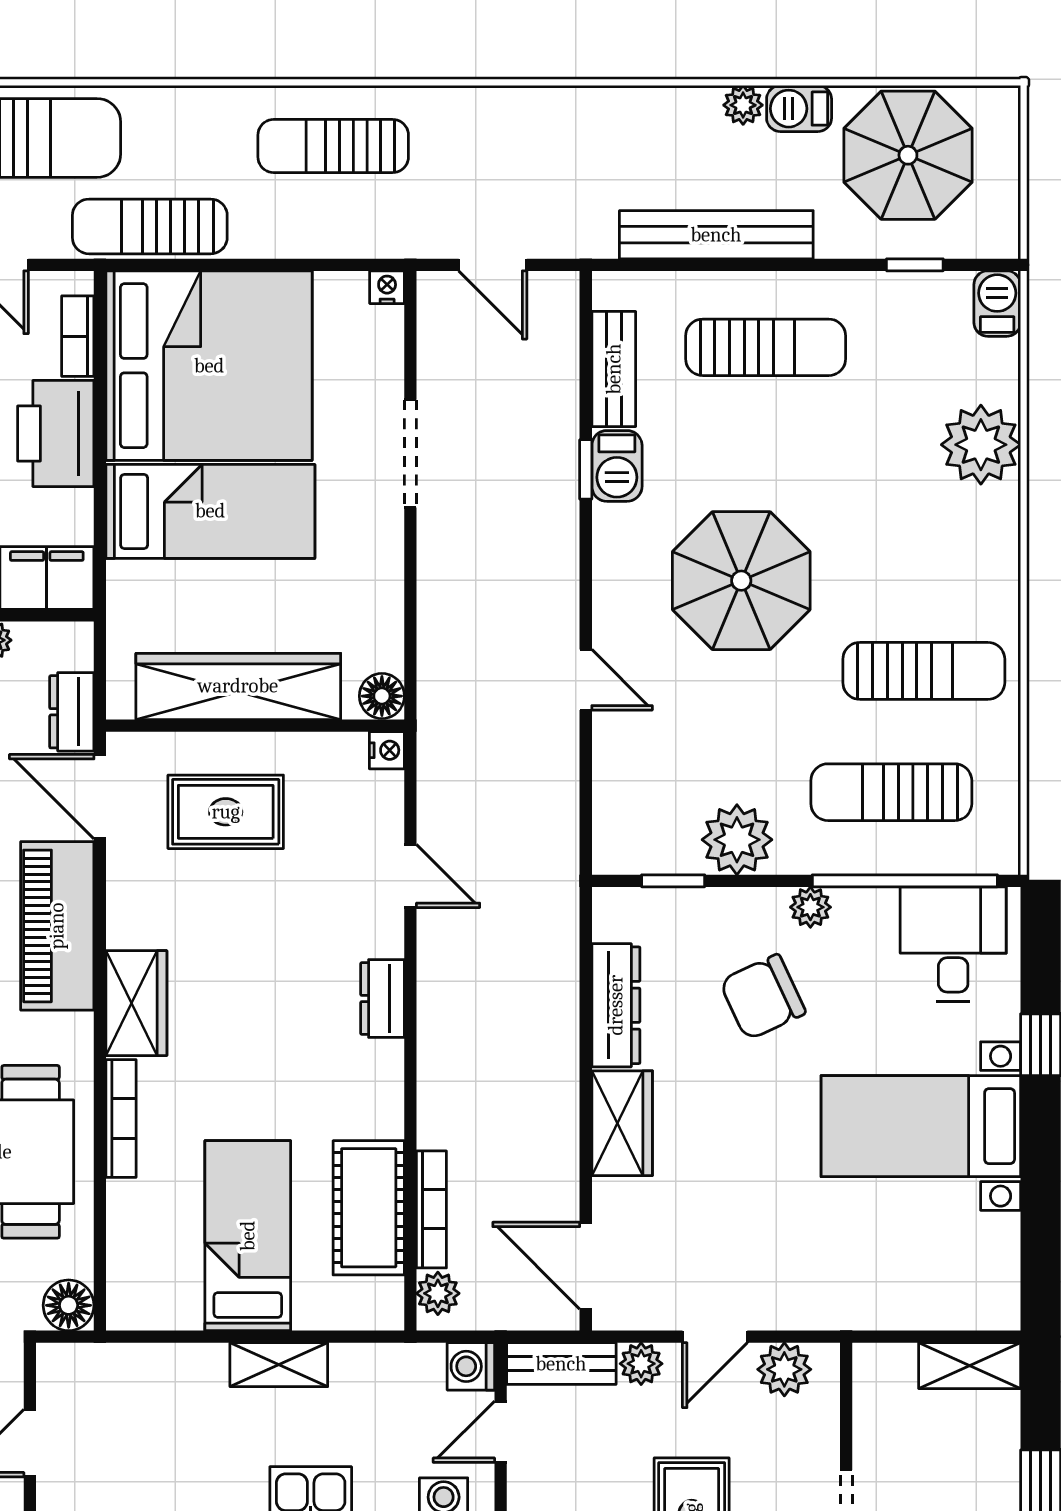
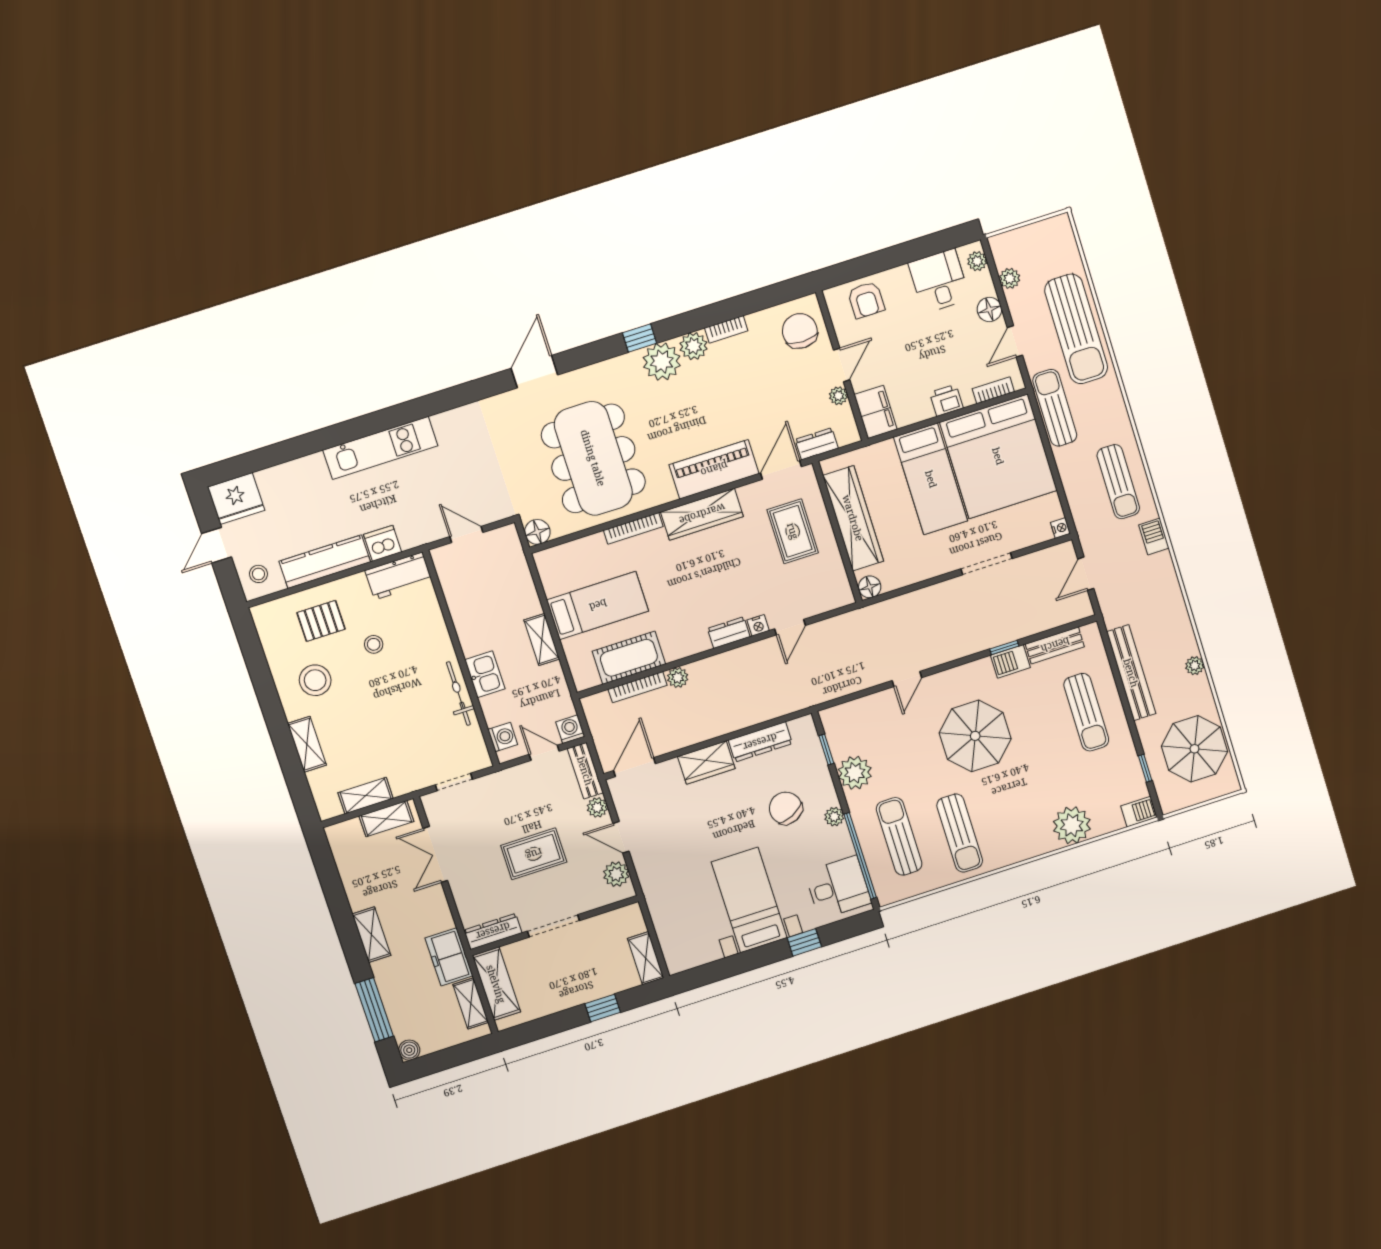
barbecue: (799, 109) -> (1154, 536), moved
sun lounger: (333, 146) -> (1118, 482), turned 180
printer: (56, 434) -> (946, 400), width x0.53, depth x0.68
nightstand: (387, 750) -> (758, 625), moved
wardrobe: (136, 1003) -> (702, 514), width x1.50
plant: (438, 1293) -> (678, 678), moved

